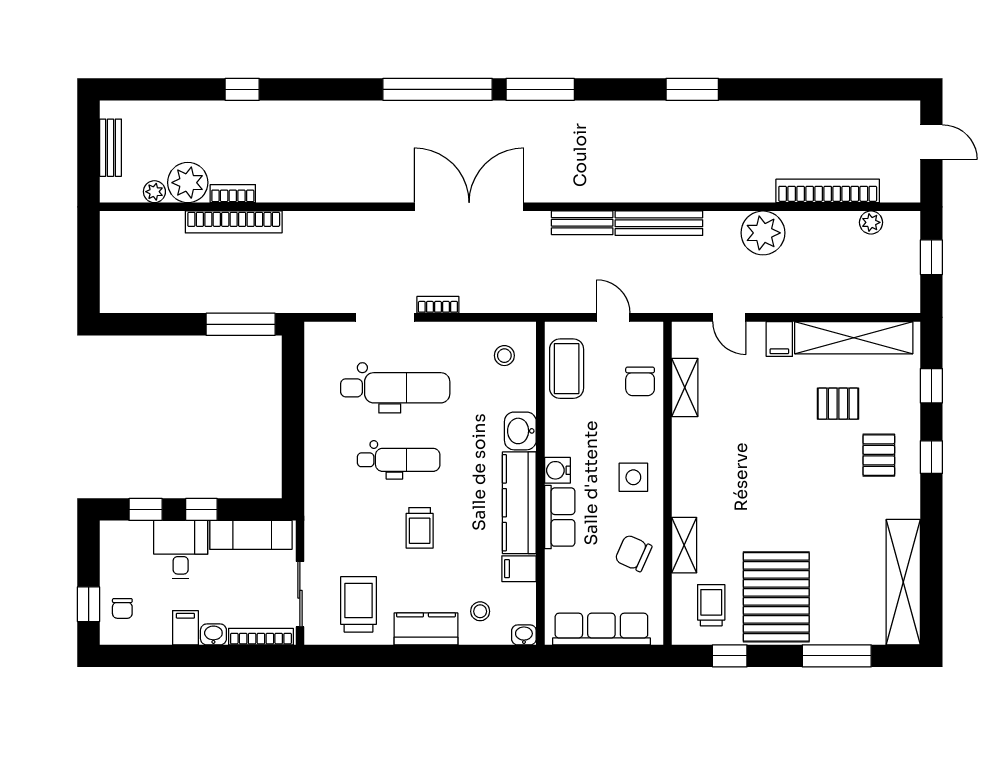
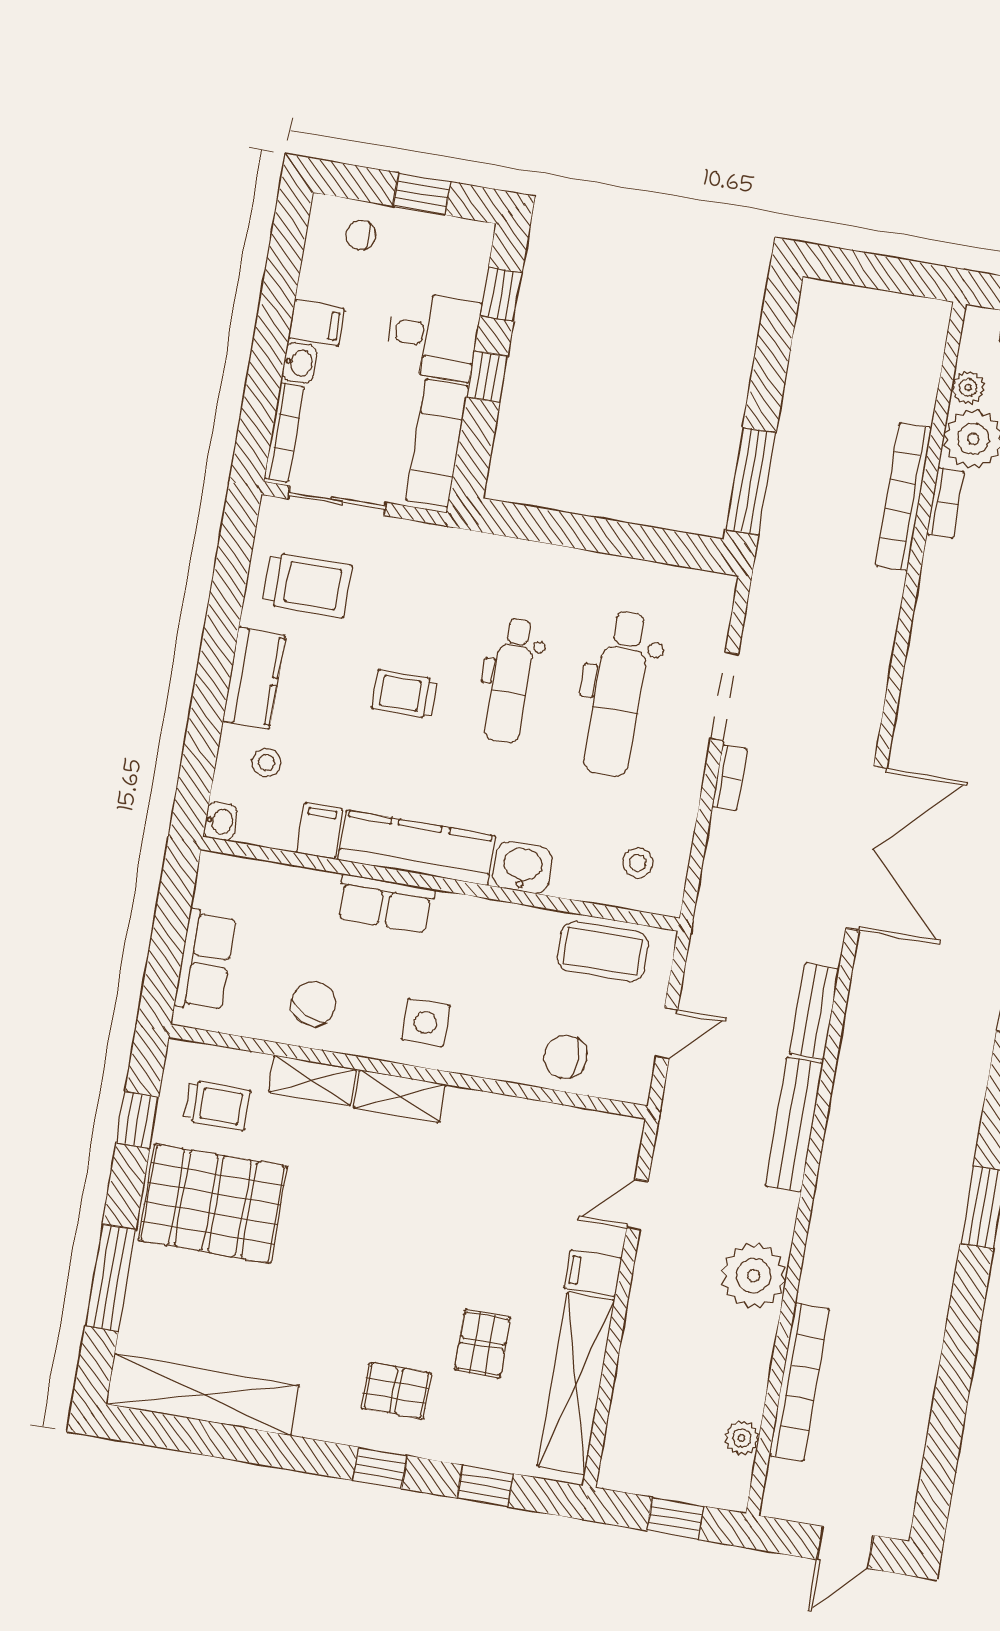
shelving: (685, 387) -> (399, 1096), moved
water cooler: (557, 470) -> (455, 912), removed
window: (89, 604) -> (422, 194), moved
row of seats: (601, 629) -> (205, 961), width x0.68

